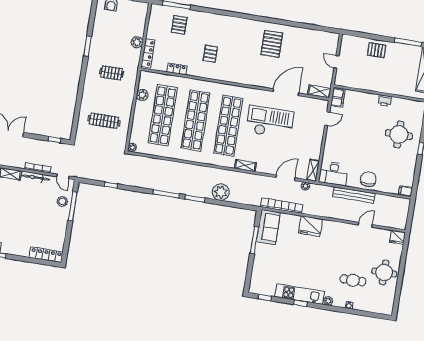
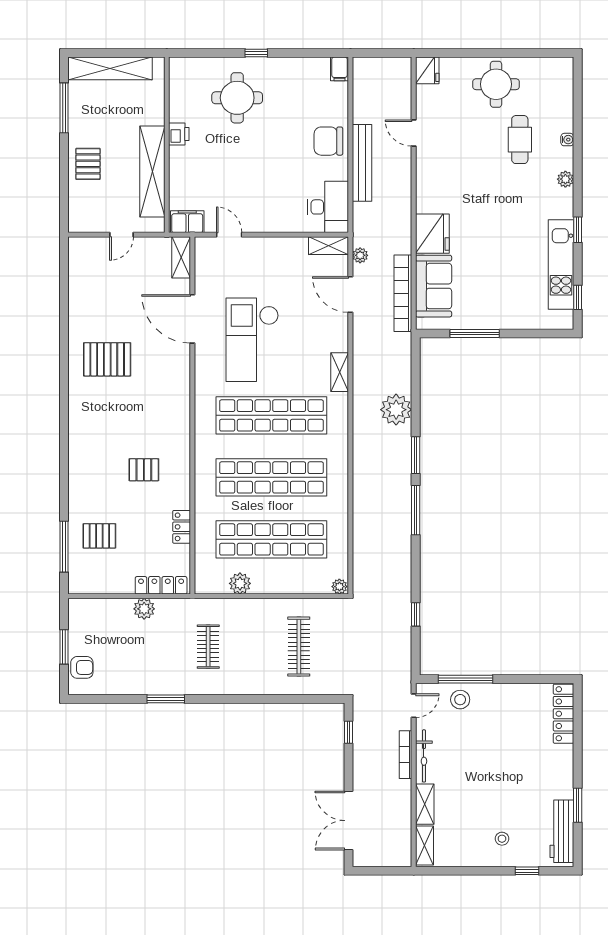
shelving: (367, 84) -> (152, 171), added
sofa: (268, 227) -> (434, 286), moved, turned 90
kitchen unit: (300, 294) -> (561, 265), moved

